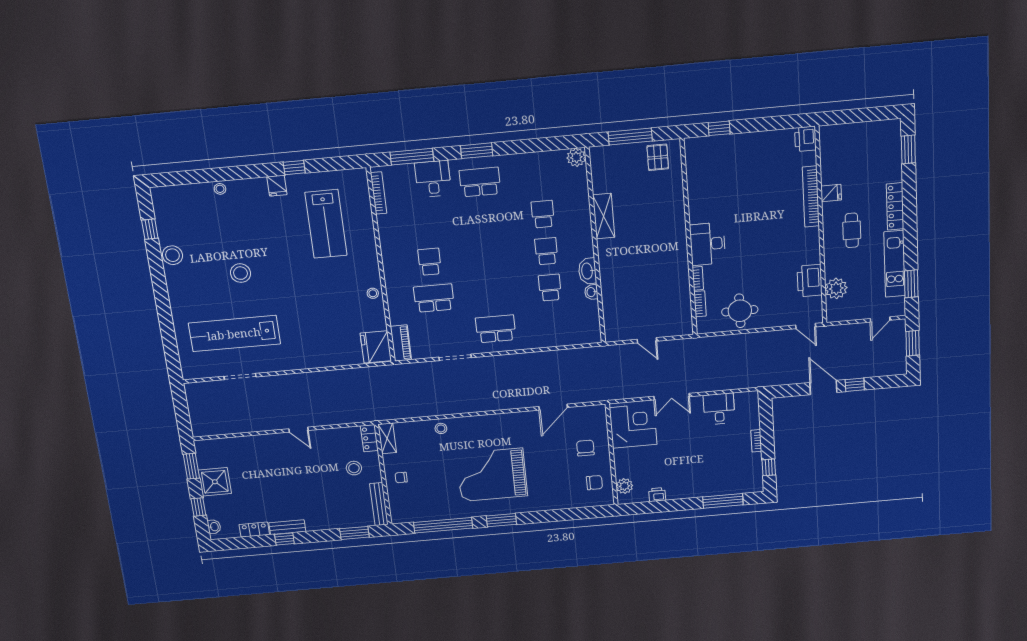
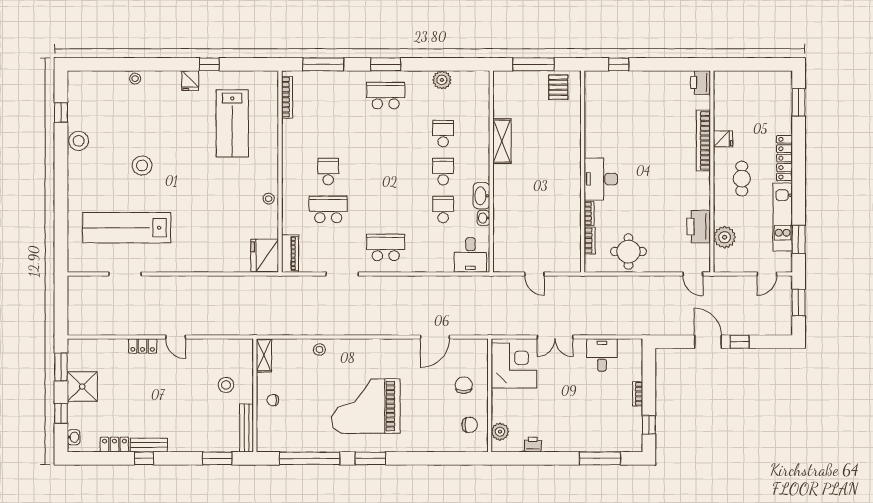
plant: (576, 157) -> (442, 80), moved
desk: (433, 179) -> (470, 255), moved, turned 180
locker: (369, 438) -> (143, 346), moved, turned -90

